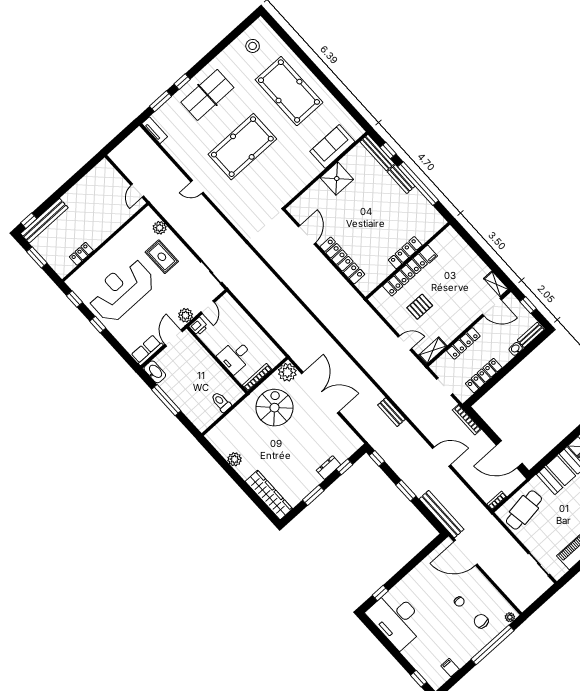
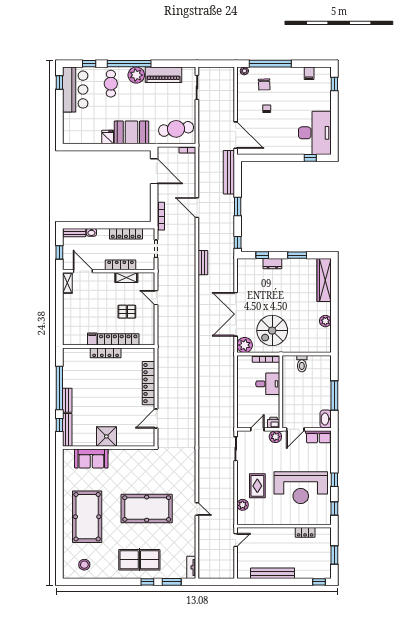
bench: (44, 221) -> (273, 573), moved
shelving: (433, 350) -> (126, 278), moved

